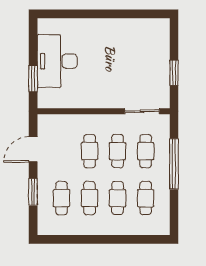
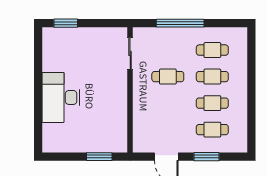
desk: (57, 61) -> (61, 97), moved, turned 90
window: (174, 73) -> (66, 23), moved
cafe table: (90, 151) -> (168, 103), removed
cafe table: (146, 151) -> (168, 50), removed

